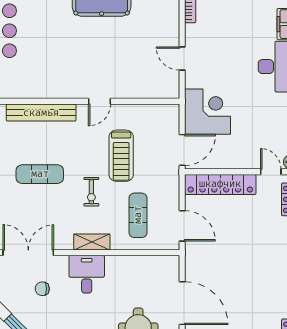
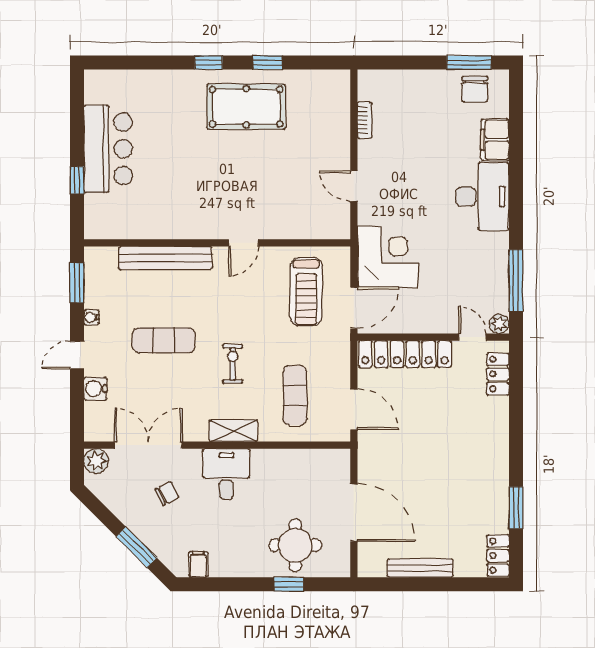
treadmill: (121, 156) -> (306, 292), moved
exercise bike: (91, 192) -> (233, 364), turned 180
chair: (42, 289) -> (167, 493), turned 153

